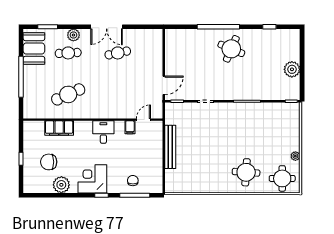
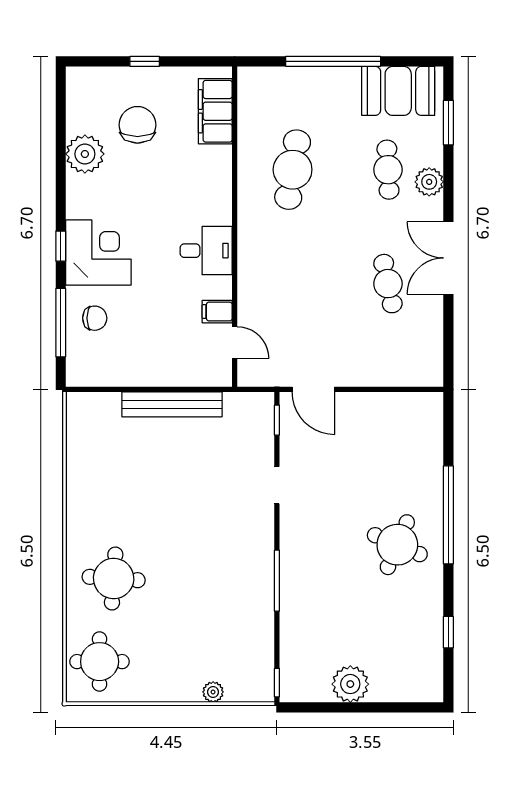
cafe table: (68, 94) -> (293, 170), turned 33
filing cabinet: (59, 128) -> (215, 111), moved
plant: (295, 156) -> (213, 692), moved
corner desk: (92, 179) -> (98, 253), moved

